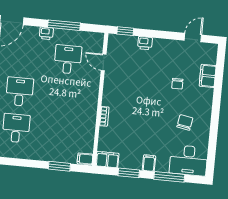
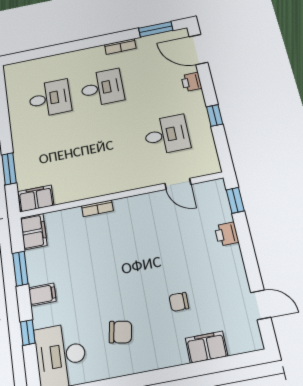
window: (64, 25) -> (215, 115), width x0.46
printer: (46, 33) -> (192, 82), moved
door: (104, 62) -> (178, 184), swing flipped
filing cabinet: (85, 159) -> (36, 198), width x2.00
window: (169, 177) -> (28, 332), width x0.46

